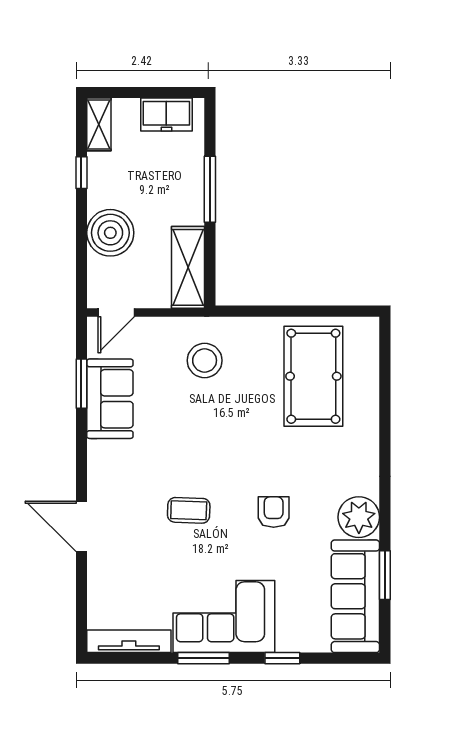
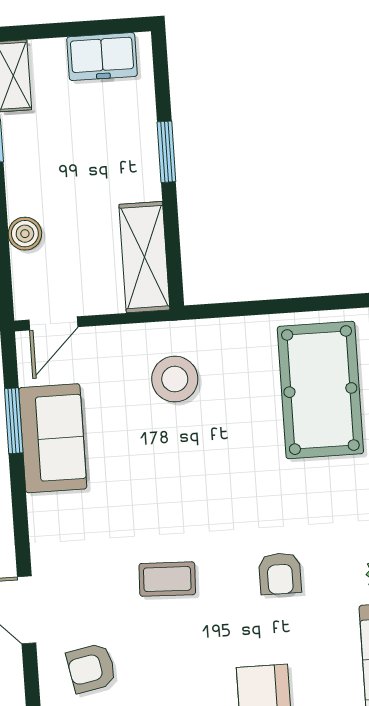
window: (210, 189) -> (166, 152), width x0.69
boiler: (110, 233) -> (25, 234), width x0.54, depth x0.54
armchair: (274, 512) -> (280, 574), turned 180
armchair: (127, 573) -> (91, 668), added

